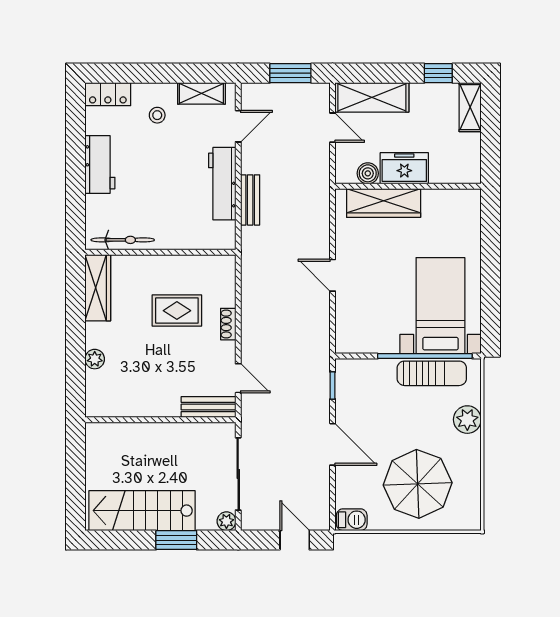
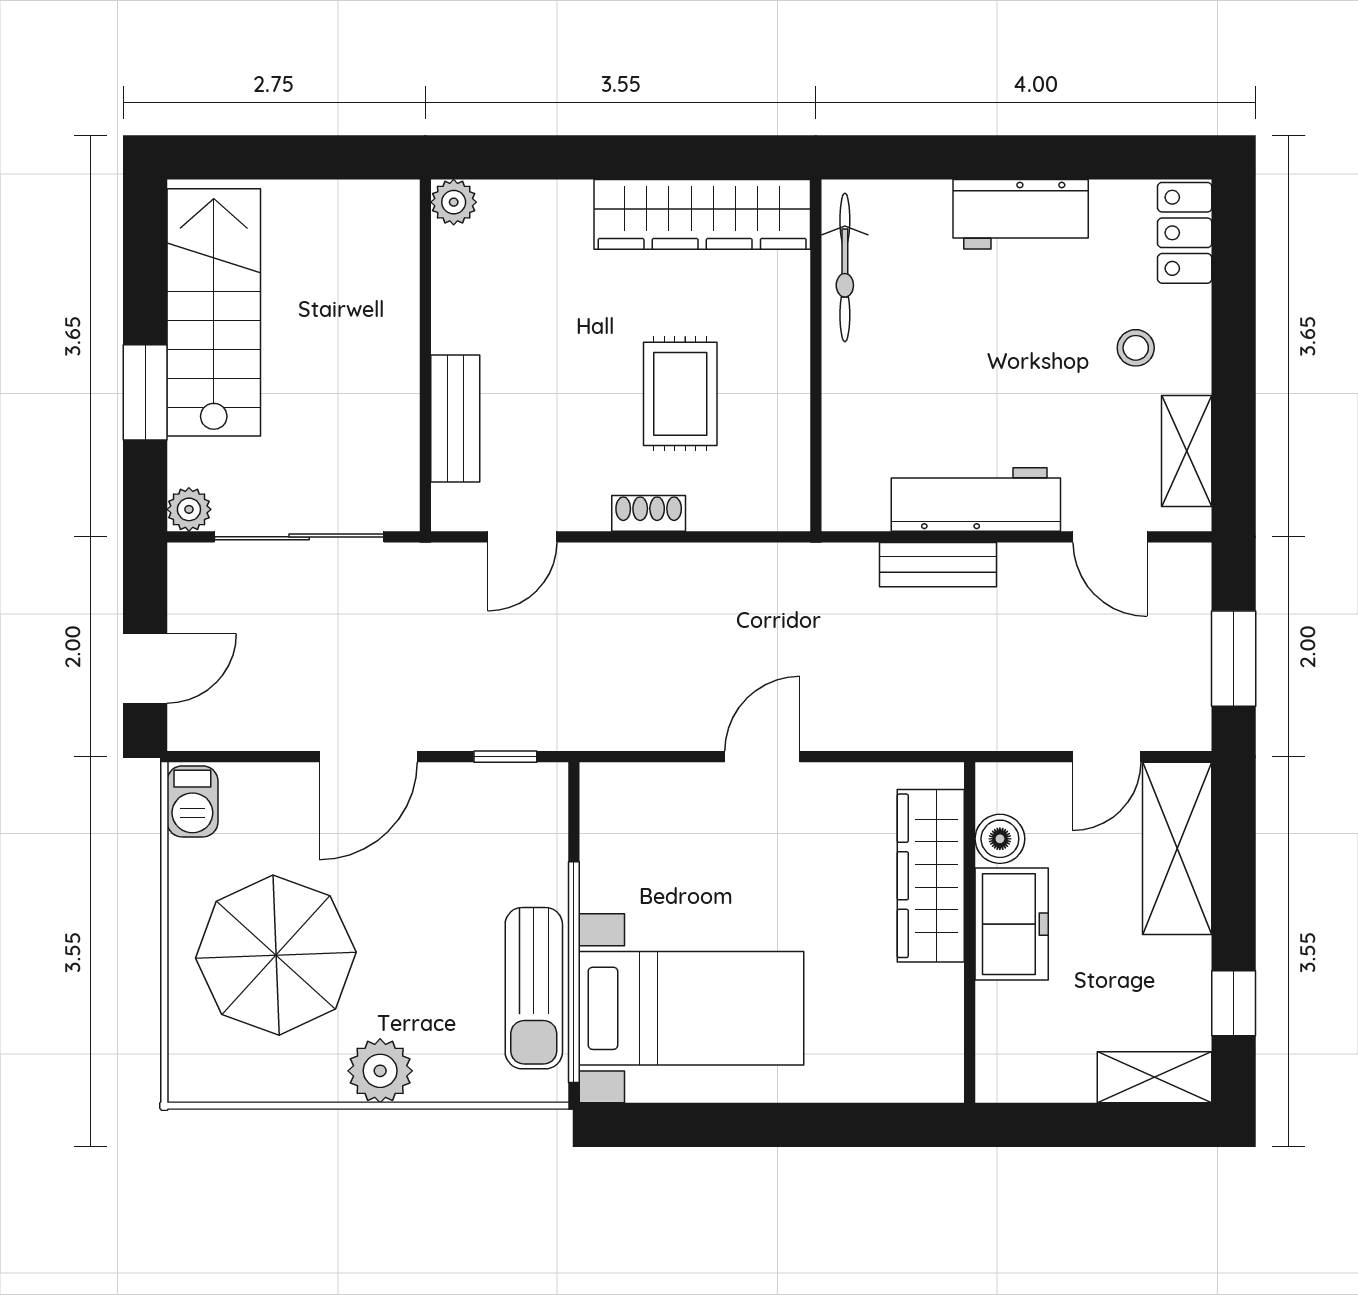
wardrobe: (98, 288) -> (702, 214), width x1.40, depth x1.17
plant: (95, 359) -> (454, 202), moved
bench: (209, 407) -> (455, 418), moved
plant: (467, 420) -> (380, 1071), moved

